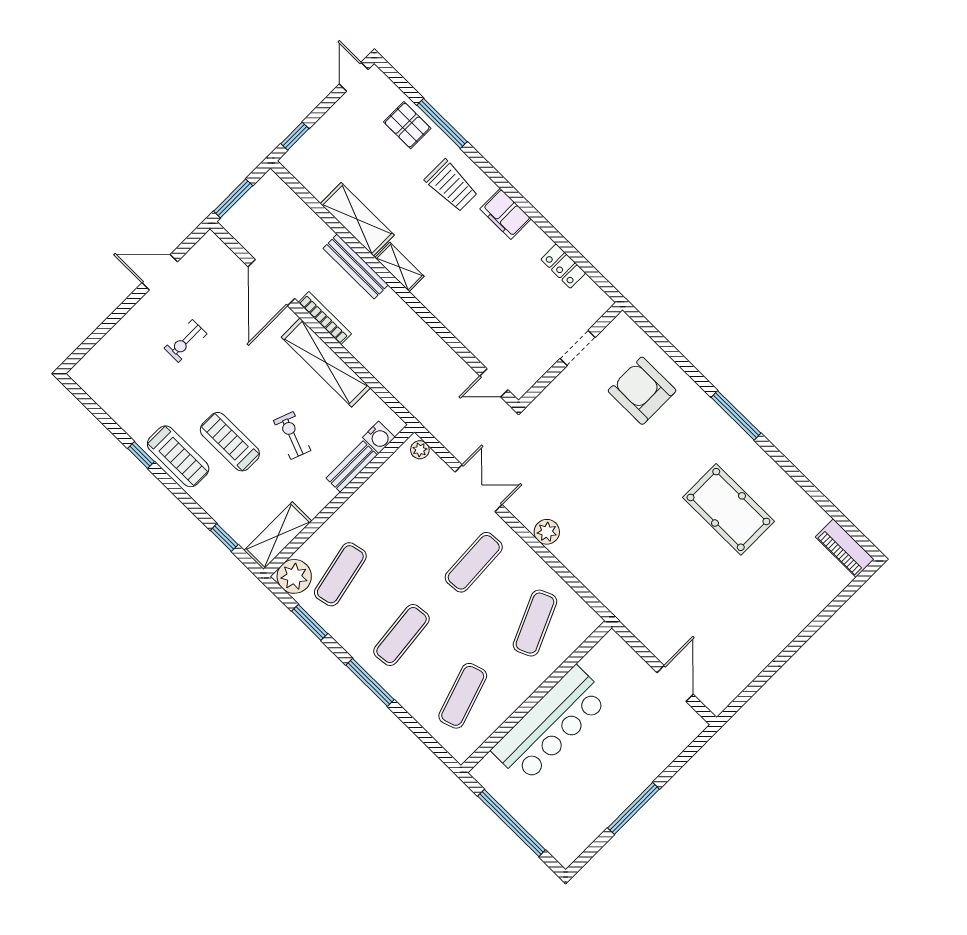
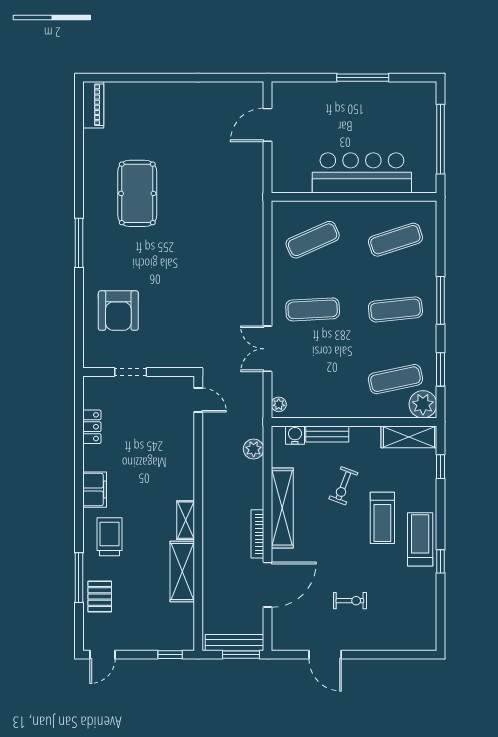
bench: (356, 267) -> (234, 643), moved, turned 90
plant: (547, 532) -> (254, 449), moved

